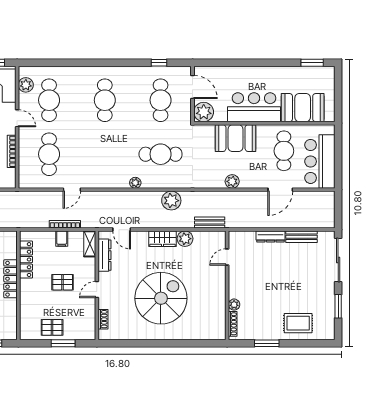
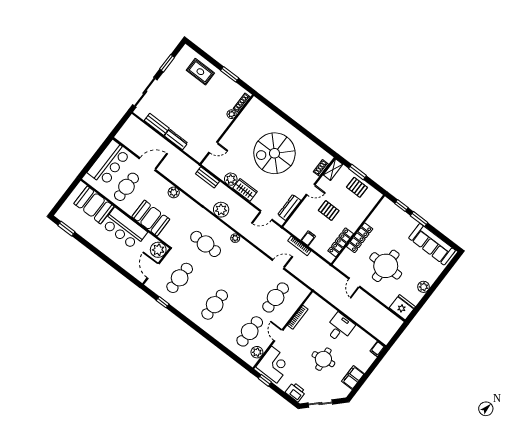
door: (122, 230) -> (266, 215), swing flipped
shelving: (90, 244) -> (333, 170), moved

